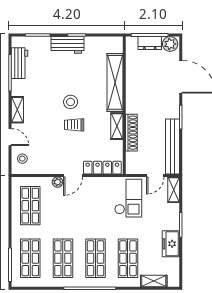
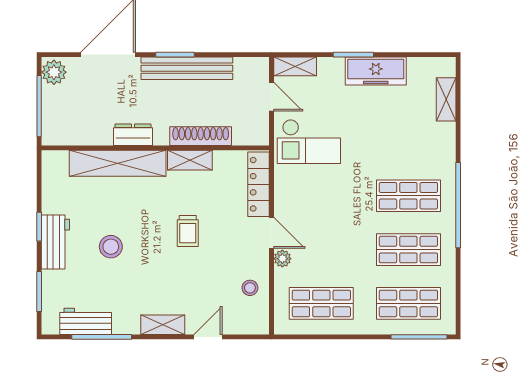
dresser: (150, 43) -> (133, 135), moved, turned -90
stool: (71, 102) -> (111, 247), moved
bench: (173, 146) -> (187, 68), moved
stool: (22, 159) -> (250, 288), moved
checkout: (128, 198) -> (309, 142), turned 180
freezer: (171, 244) -> (376, 71), width x1.40
shop shelf: (128, 258) -> (408, 142), removed

